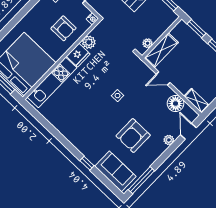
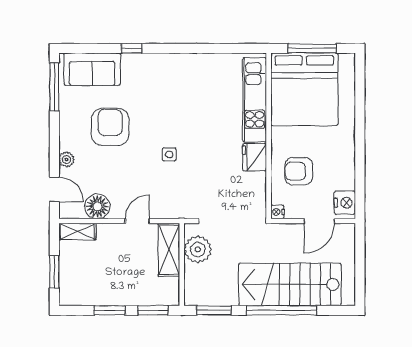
plant: (89, 42) -> (257, 182), removed
plant: (148, 43) -> (198, 249), width x1.87, depth x1.87

